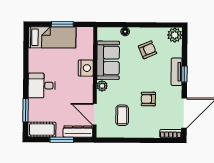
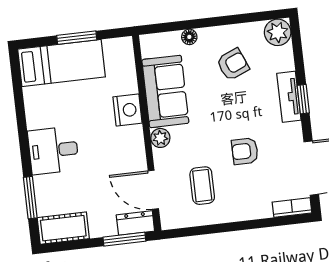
dresser: (78, 132) -> (135, 223), width x0.70
window: (62, 140) -> (124, 239), moved

